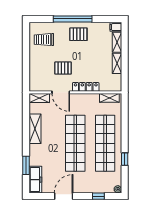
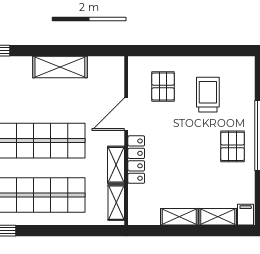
trolley: (44, 40) -> (208, 95), moved
pallet: (63, 68) -> (163, 86), moved
shelving: (39, 98) -> (116, 165), moved

